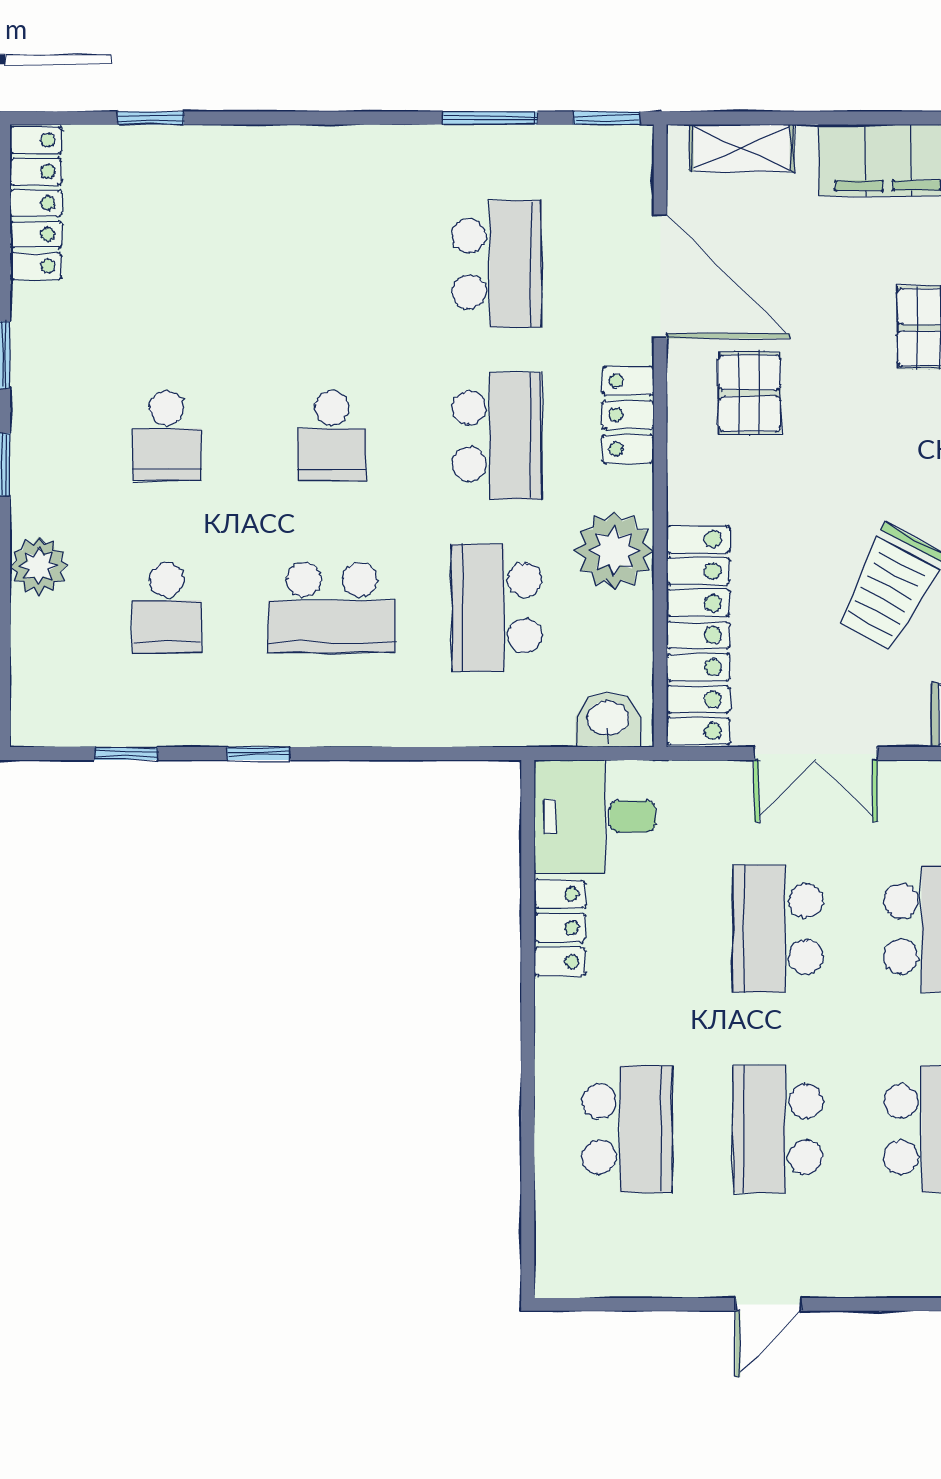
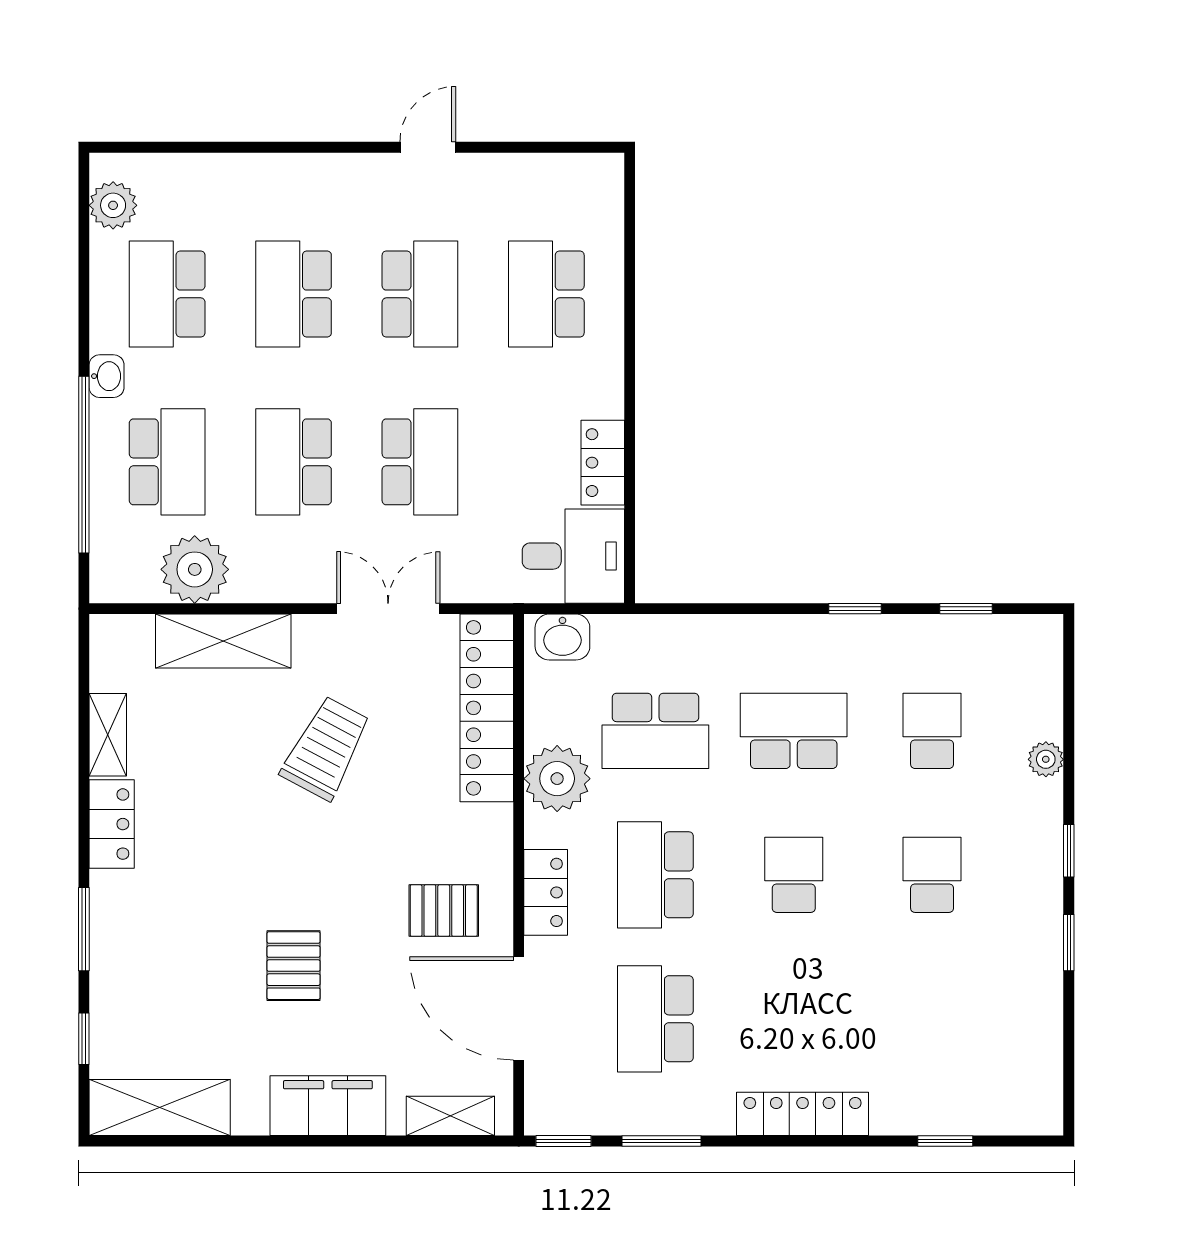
locker: (36, 203) -> (803, 1114), moved, turned 90
pallet: (750, 393) -> (444, 911), turned 90
plant: (39, 566) -> (1046, 759), width x0.73, depth x0.73
school desk: (497, 608) -> (655, 731), turned 90

